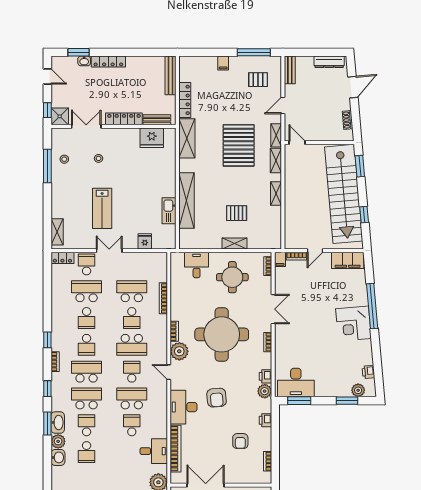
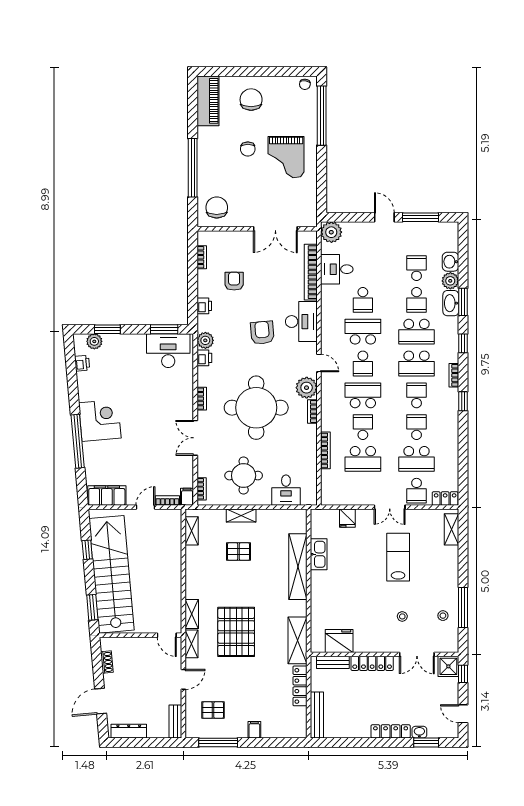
shelving: (276, 193) -> (192, 531), moved
school desk: (132, 398) -> (363, 332), turned 180

